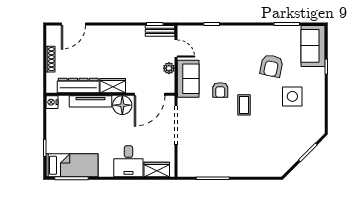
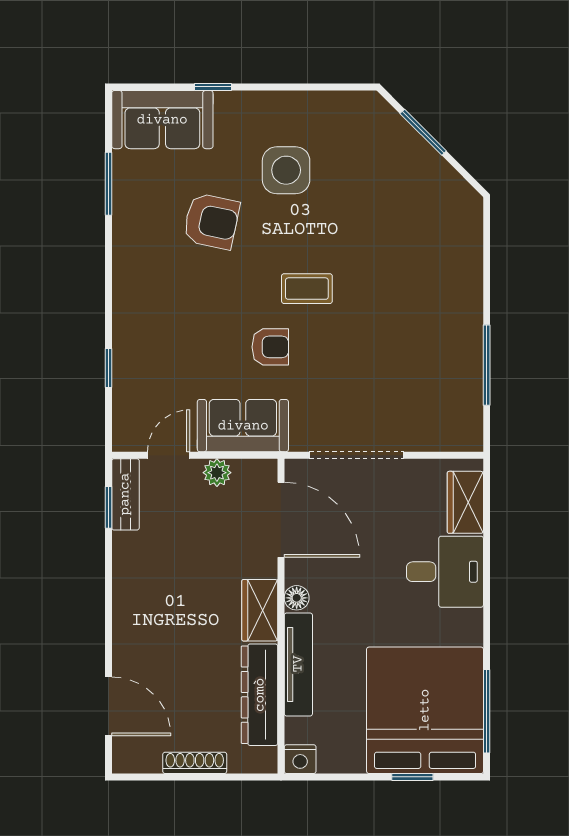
floor lamp: (122, 105) -> (297, 598), width x0.53, depth x0.53
bed: (72, 165) -> (425, 710), width x2.04

